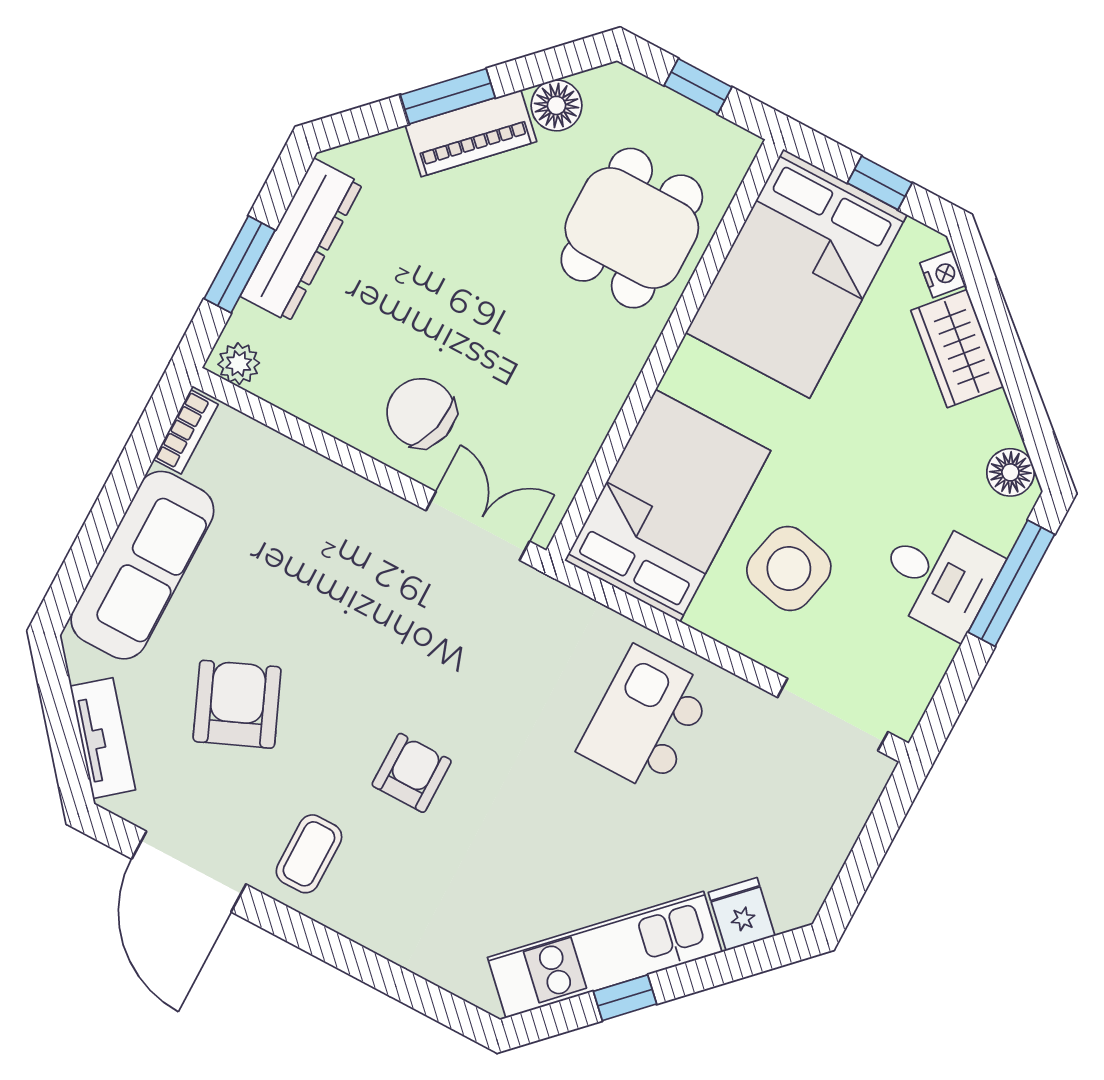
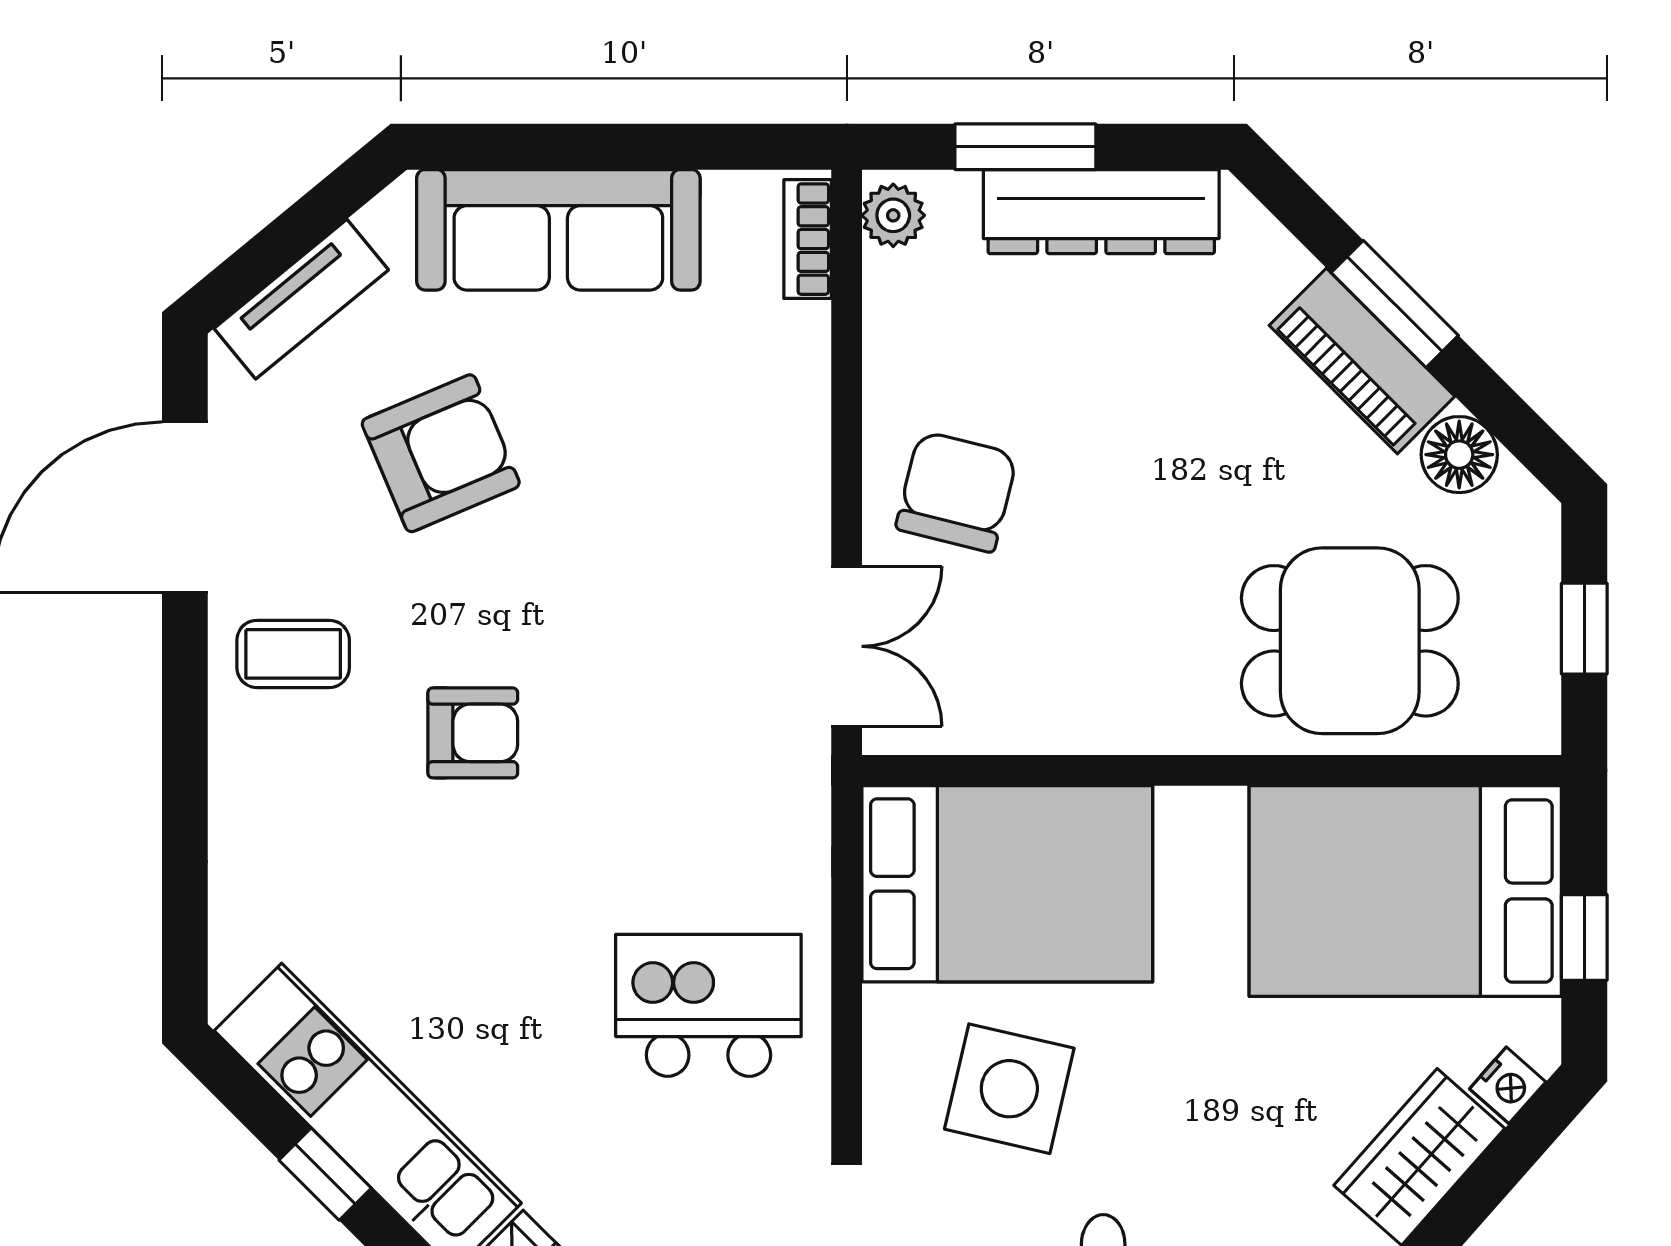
bookcase: (186, 432) -> (808, 239), moved, turned 90

